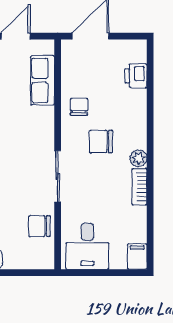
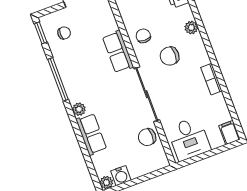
row of seats: (43, 80) -> (118, 52), moved
plant: (139, 158) -> (191, 28), moved
sliding door: (58, 176) -> (147, 94), width x1.37

